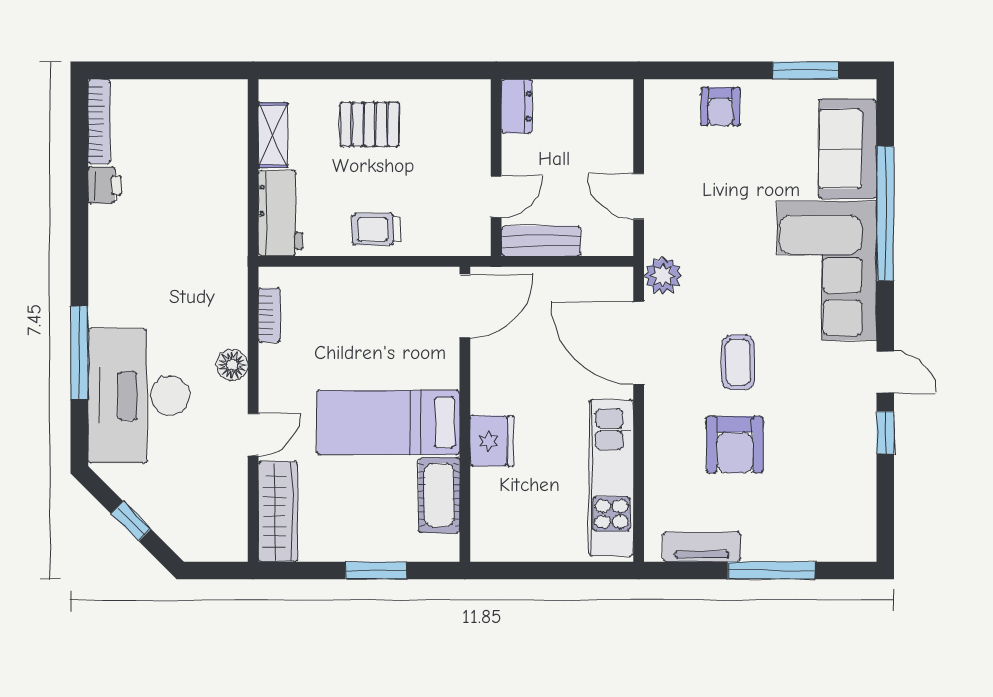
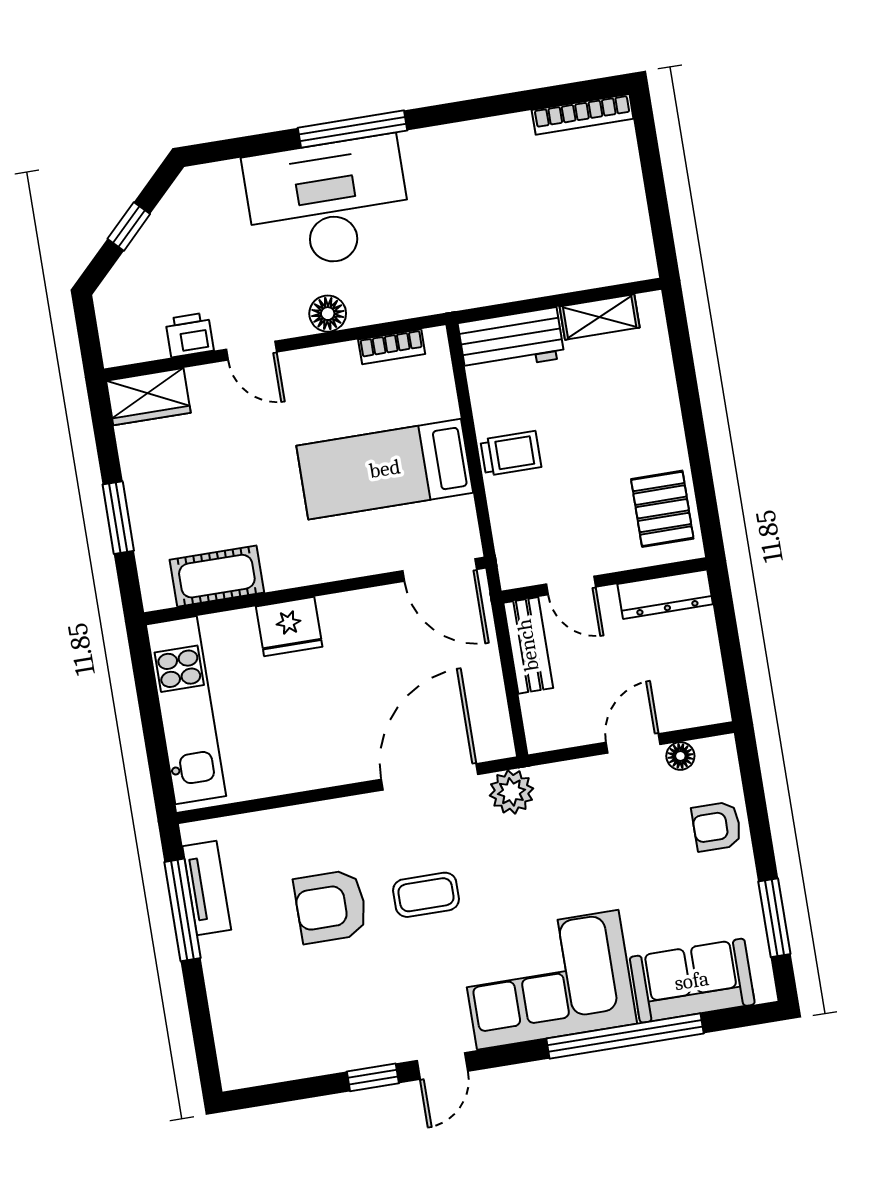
dresser: (517, 106) -> (665, 594), width x1.44
pallet: (369, 124) -> (662, 509), moved
floor lamp: (656, 128) -> (680, 756), added
printer: (105, 185) -> (190, 335), moved, turned 180
door: (639, 196) -> (633, 743), moved
trolley: (376, 229) -> (511, 453), turned 90
window: (79, 352) -> (352, 129), moved
desk: (139, 396) -> (328, 203), moved
bed: (388, 422) -> (385, 469), moved, turned -90
kitchen unit: (611, 478) -> (186, 710), moved, turned 90
wardrobe: (278, 511) -> (148, 397), width x0.67
window: (771, 571) -> (182, 910), moved

